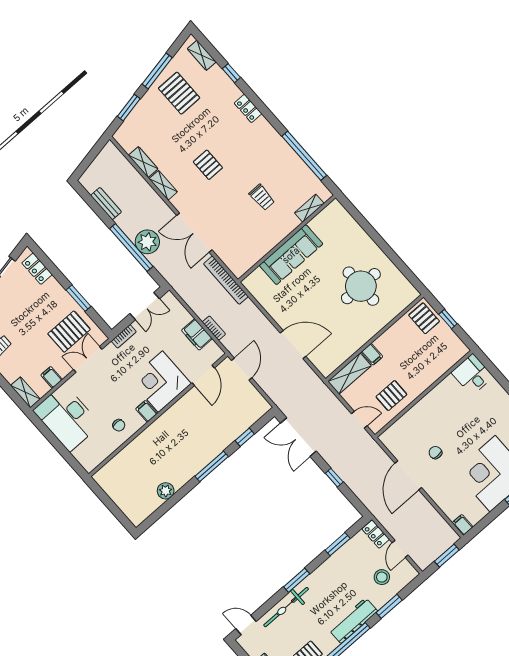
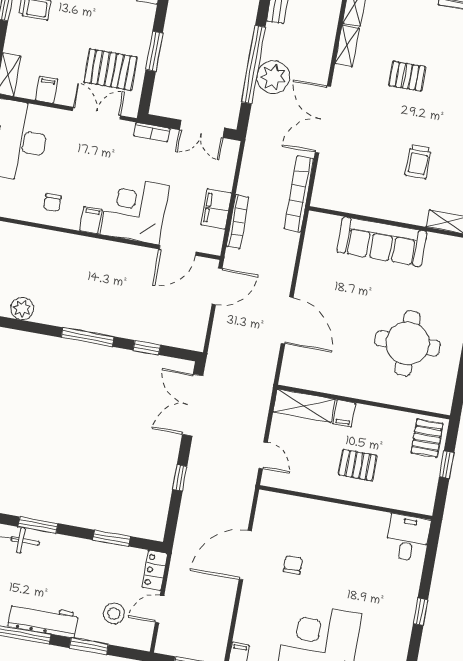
pallet: (208, 165) -> (407, 76), turned 90
bookcase: (214, 328) -> (238, 222), width x1.56
pallet: (391, 396) -> (358, 465), moved

